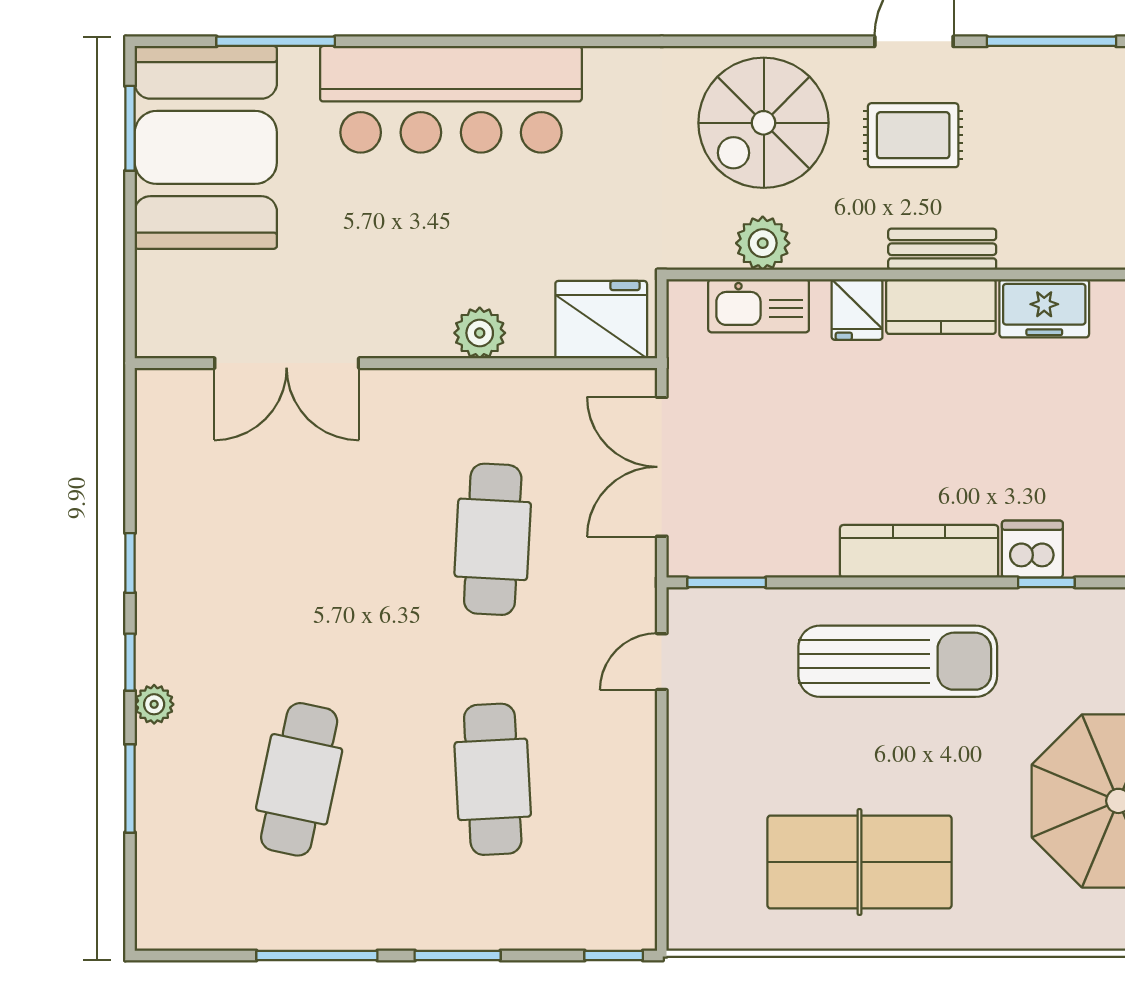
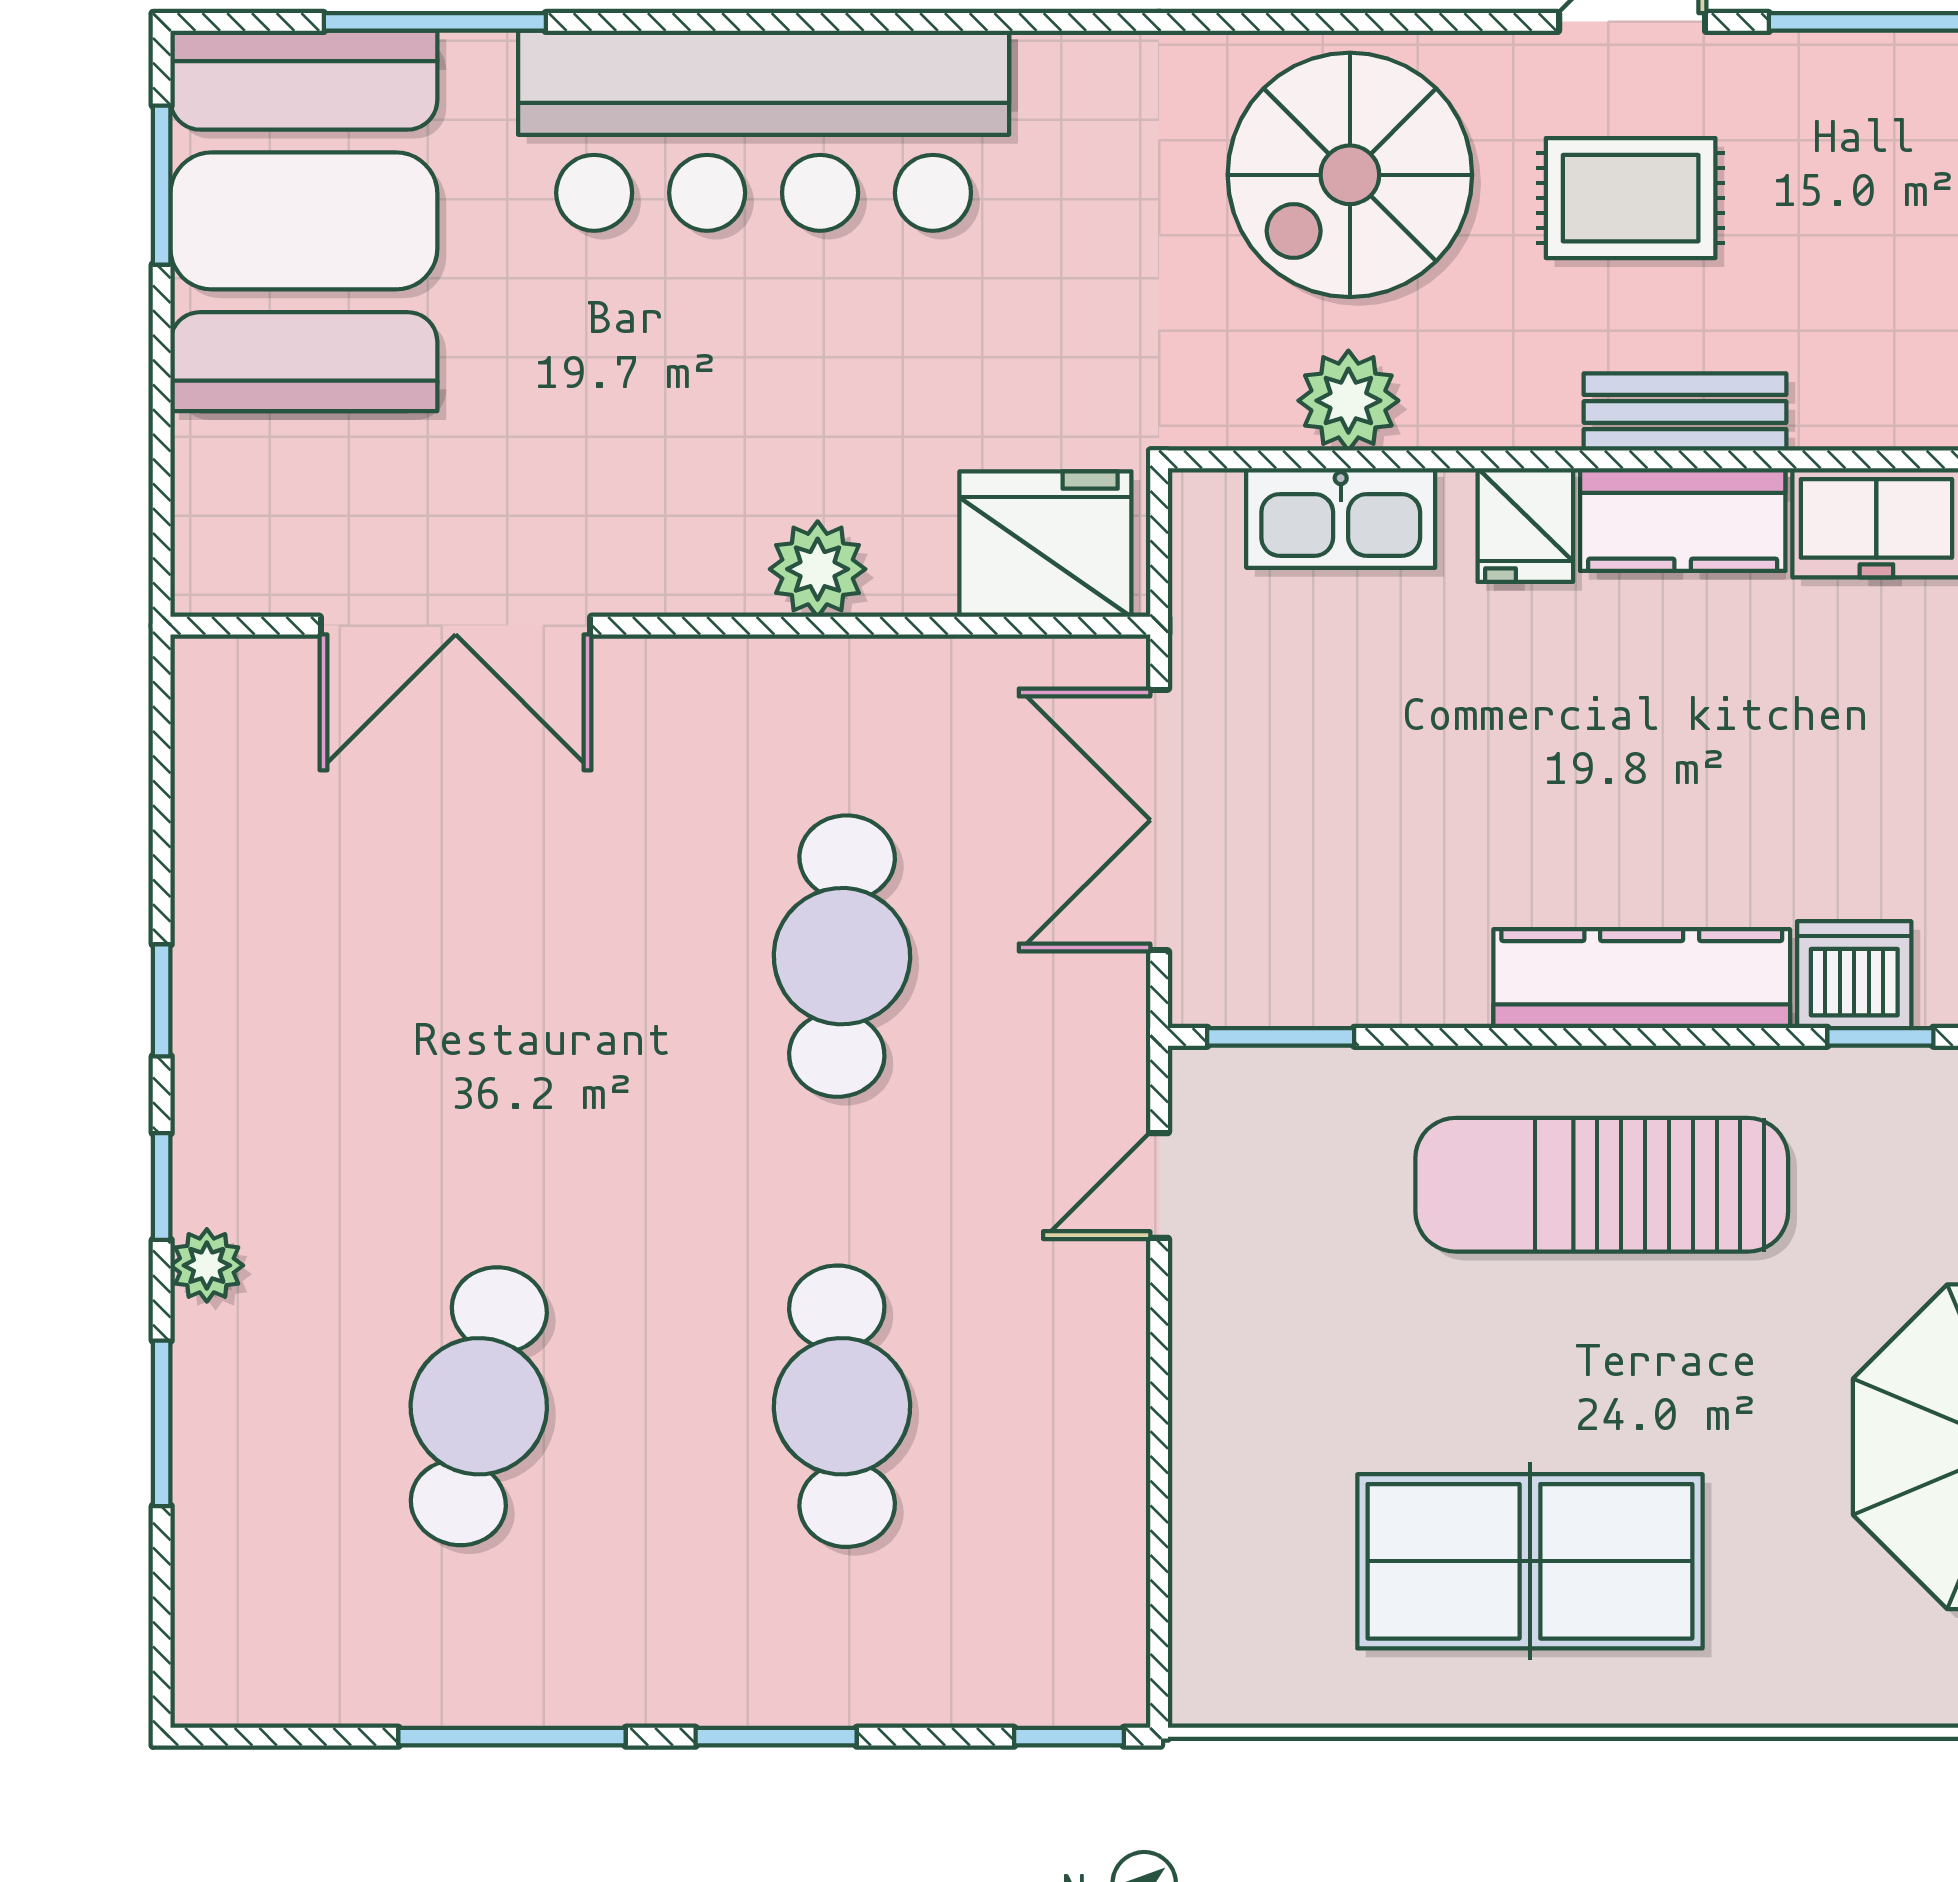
sun lounger: (898, 661) -> (1602, 1185), turned 180

